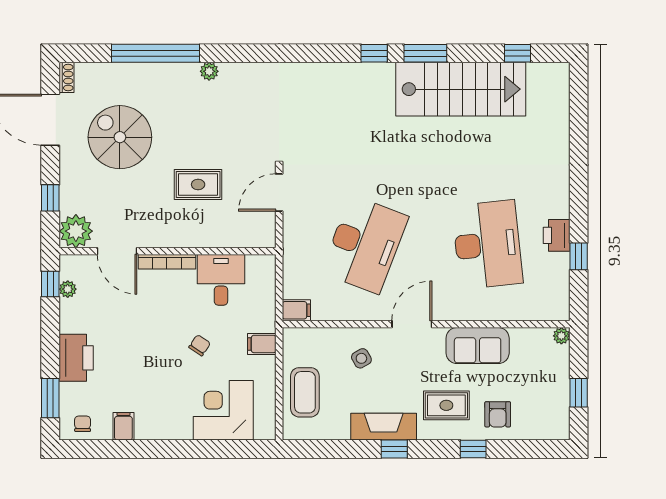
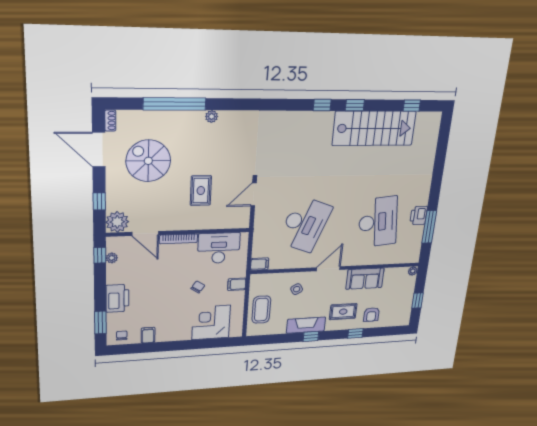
window: (425, 53) -> (355, 105), width x0.67
rug: (198, 185) -> (201, 191), turned 90
window: (579, 256) -> (429, 227), width x2.17
desk: (221, 280) -> (219, 248), width x1.37

